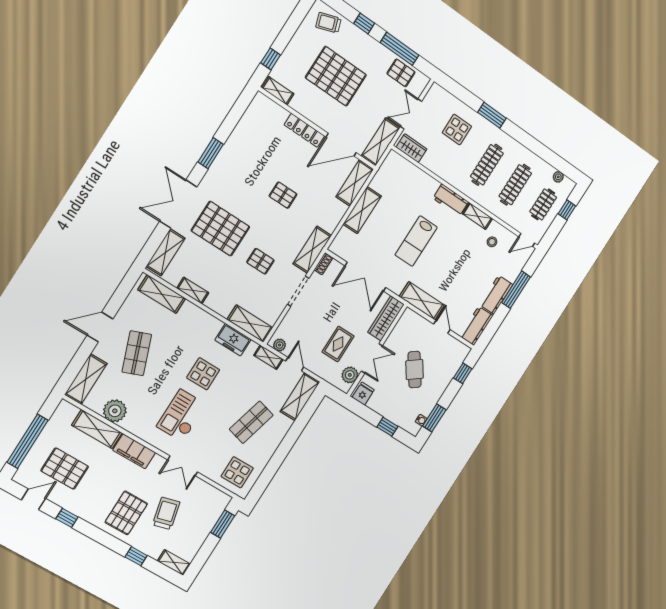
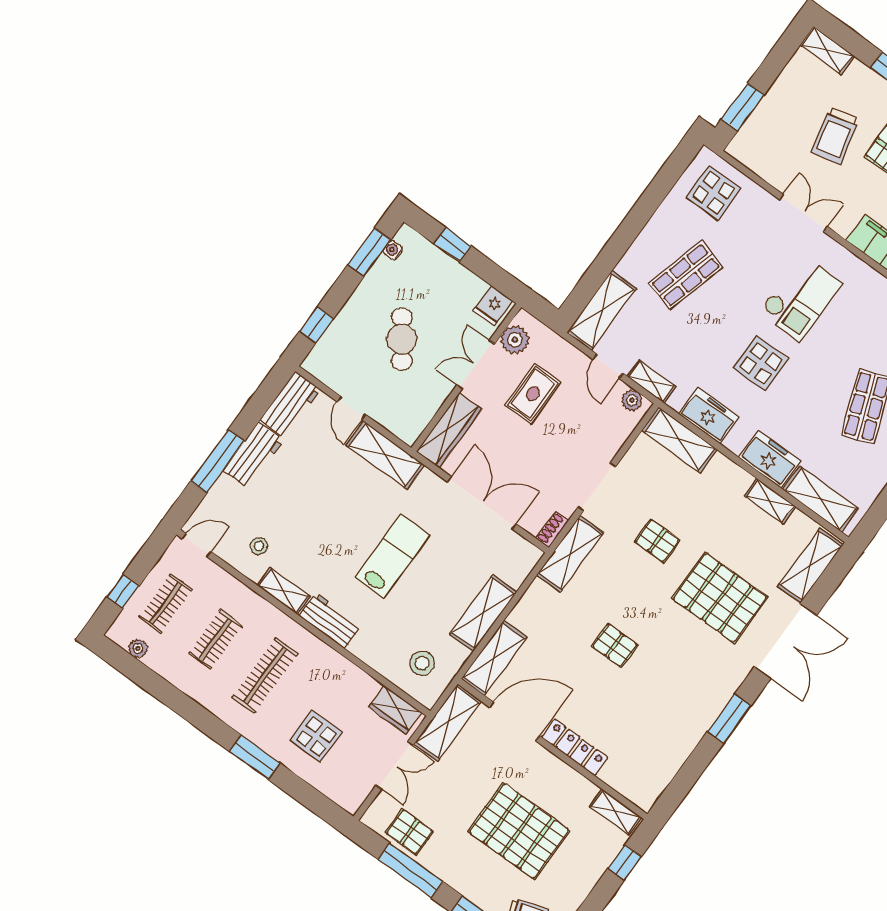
stool: (397, 177) -> (422, 663), added
clothes rail: (515, 185) -> (215, 639), width x0.73
freezer: (195, 316) -> (770, 459), added

